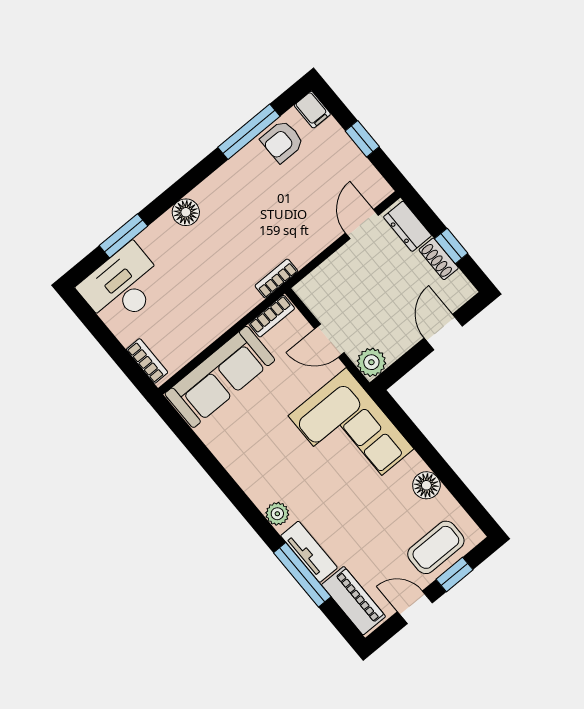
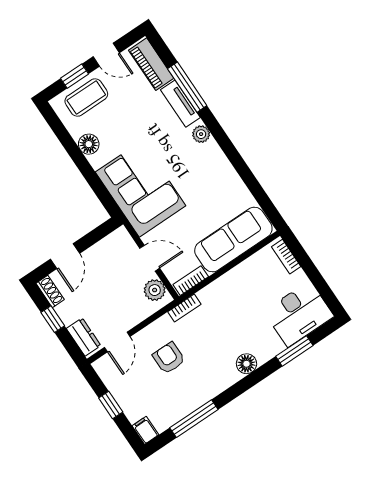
armchair: (282, 141) -> (169, 358), moved, turned -90
shoe rack: (439, 259) -> (50, 291), moved
plant: (371, 362) -> (155, 290), moved

